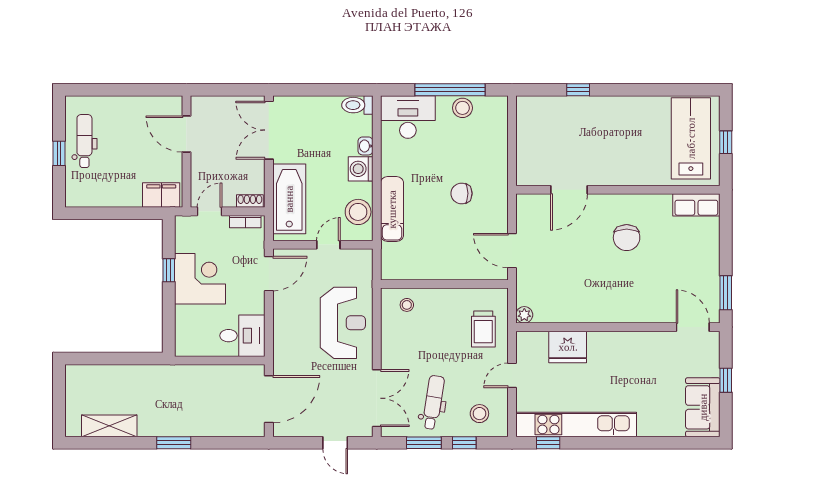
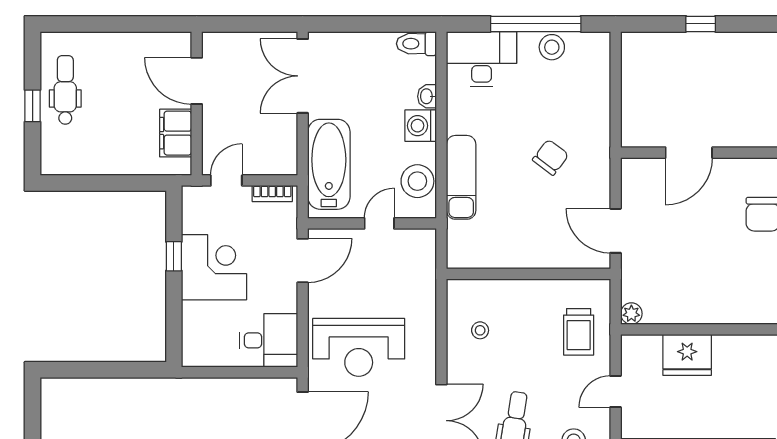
chair: (462, 193) -> (551, 157), turned 127
filing cabinet: (161, 195) -> (176, 133), moved, turned -90
shoe rack: (250, 201) -> (278, 167), removed
stool: (407, 305) -> (480, 330), moved
reception desk: (343, 323) -> (359, 347), moved, turned 90

